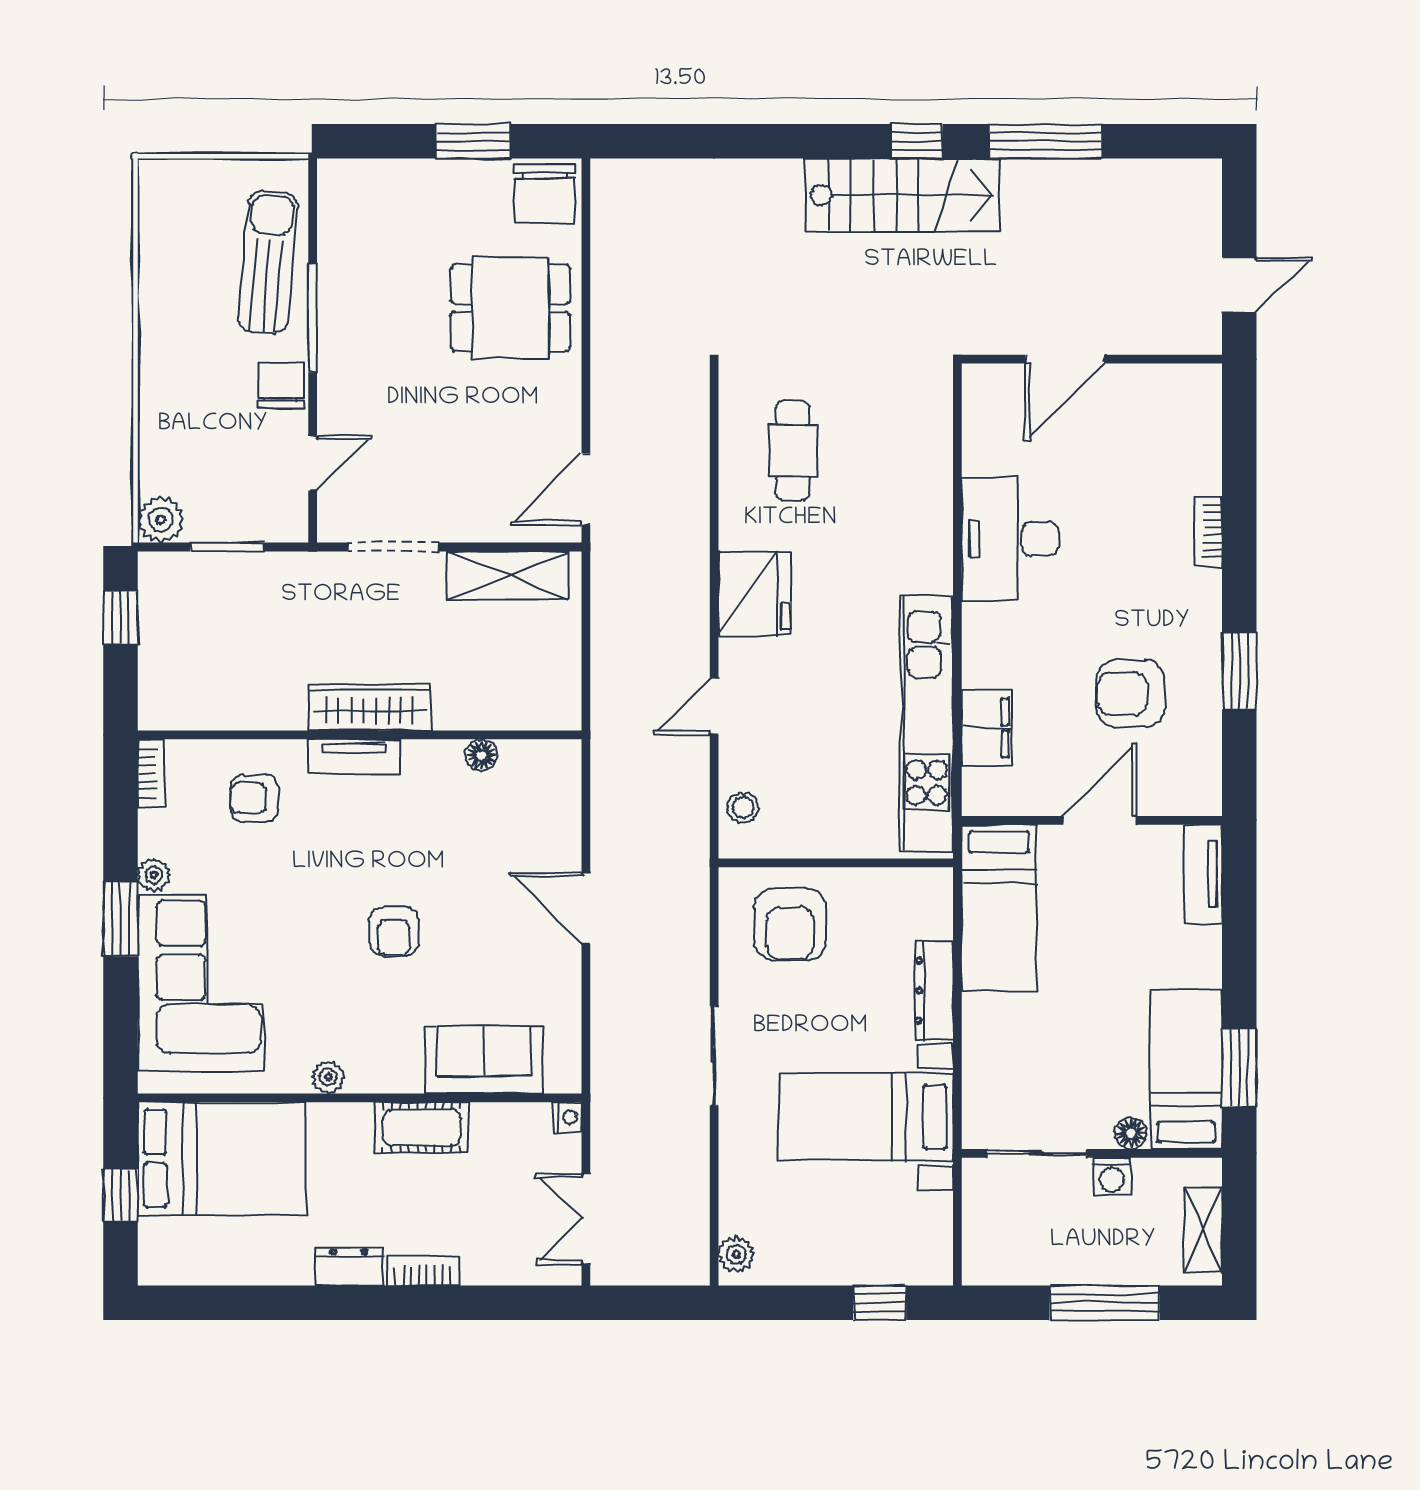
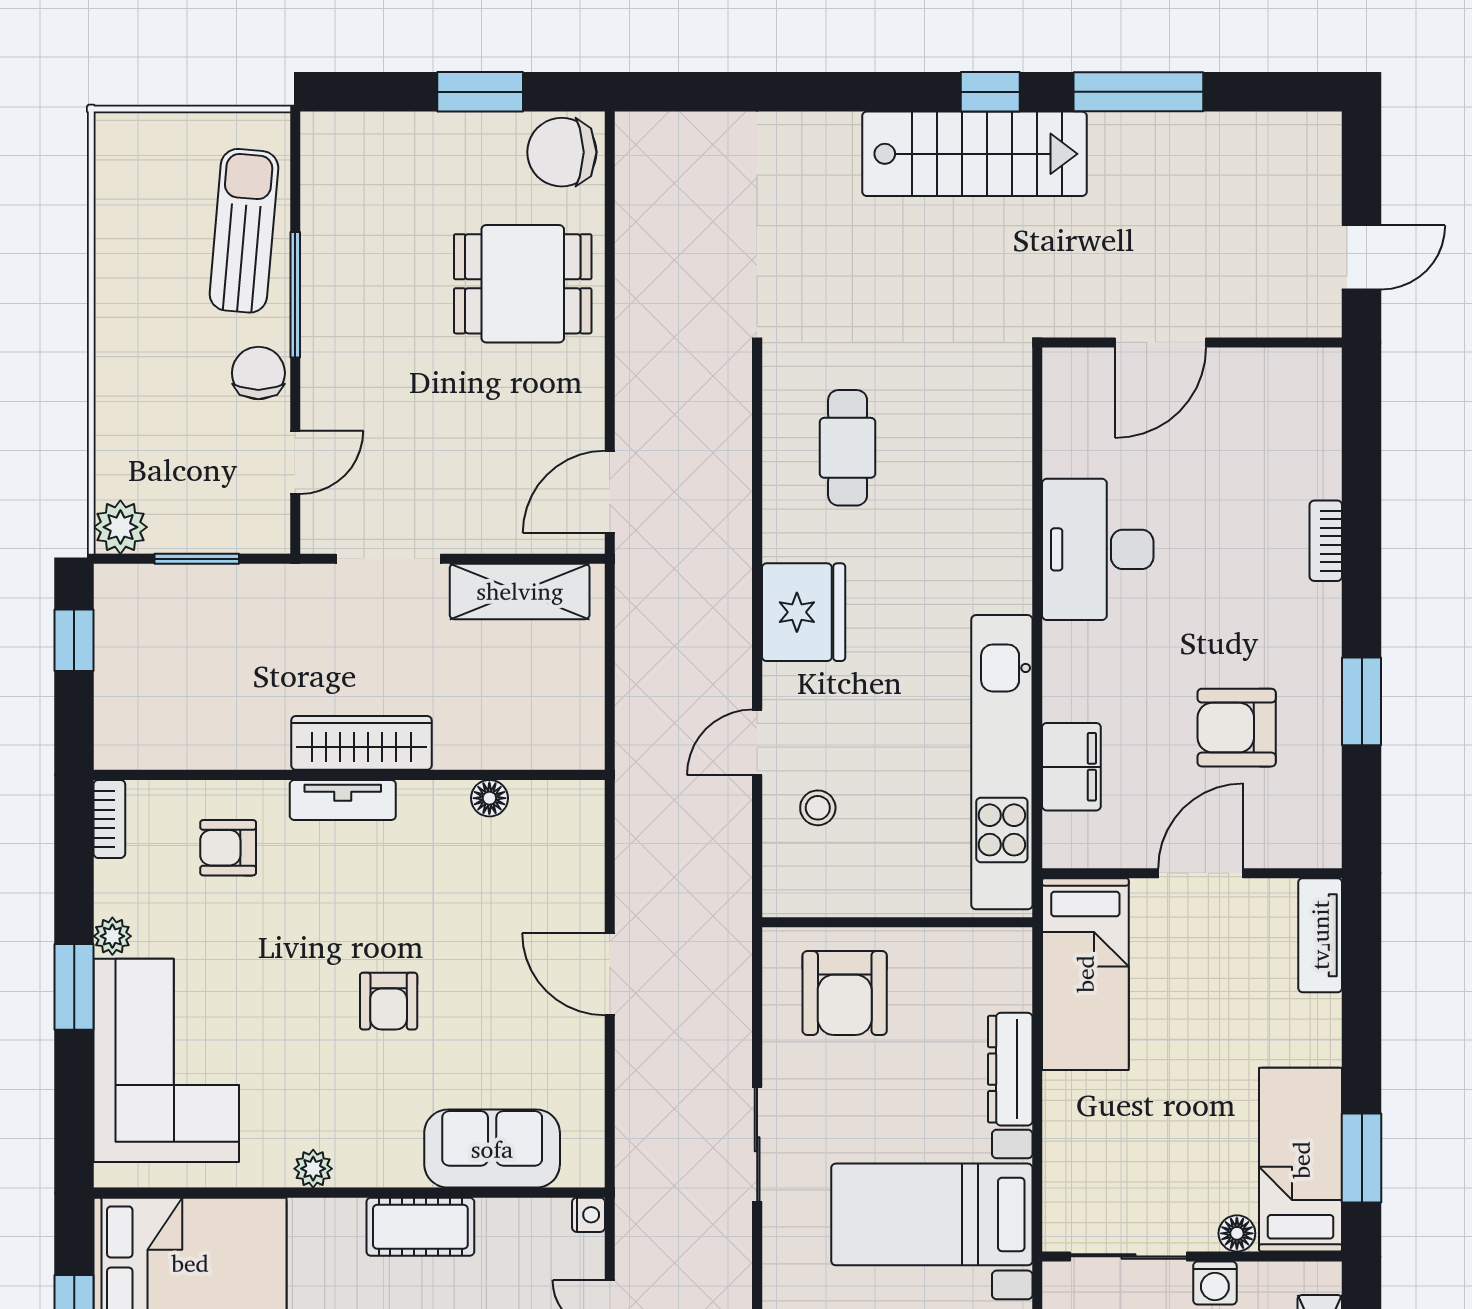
chair: (544, 194) -> (562, 152), turned 90
stool: (743, 808) -> (818, 808), moved

